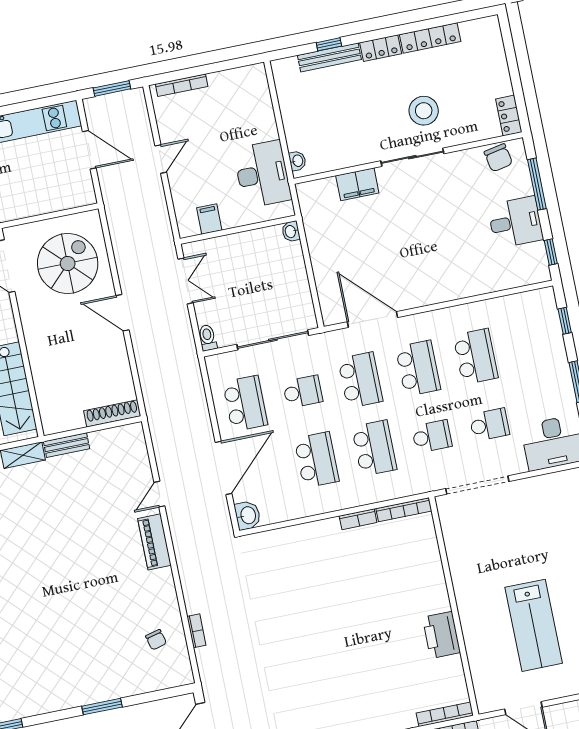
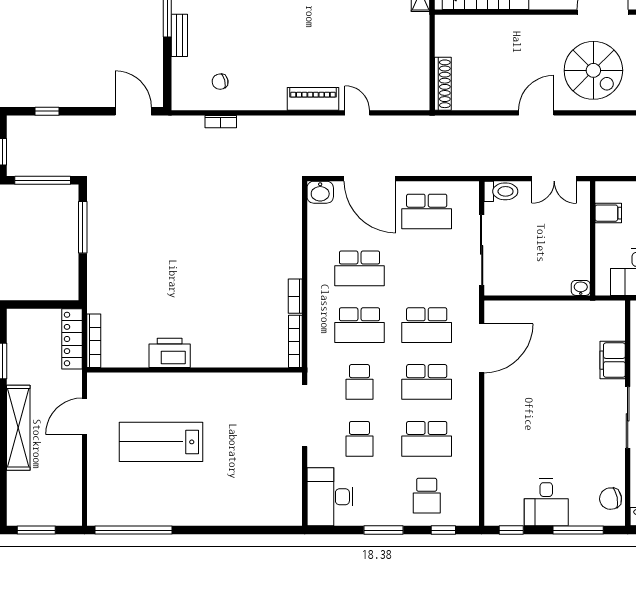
toilet: (208, 338) -> (501, 191), width x1.37, depth x1.39
school desk: (303, 392) -> (427, 496), moved
bench: (67, 445) -> (179, 35), moved

